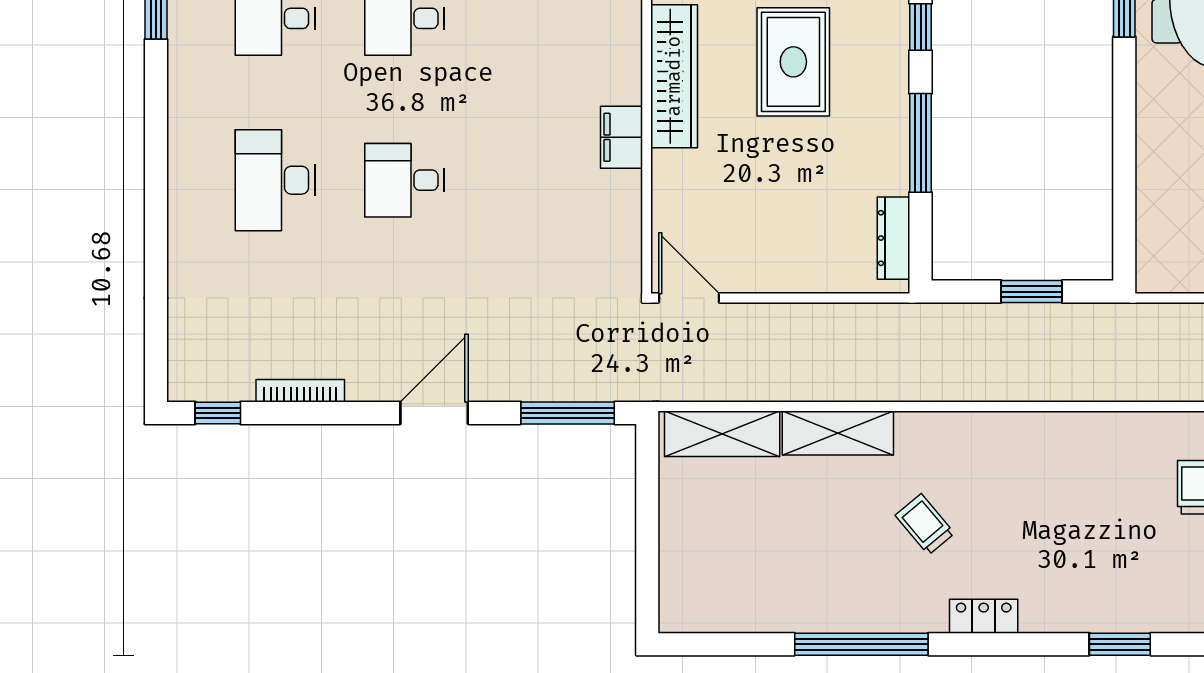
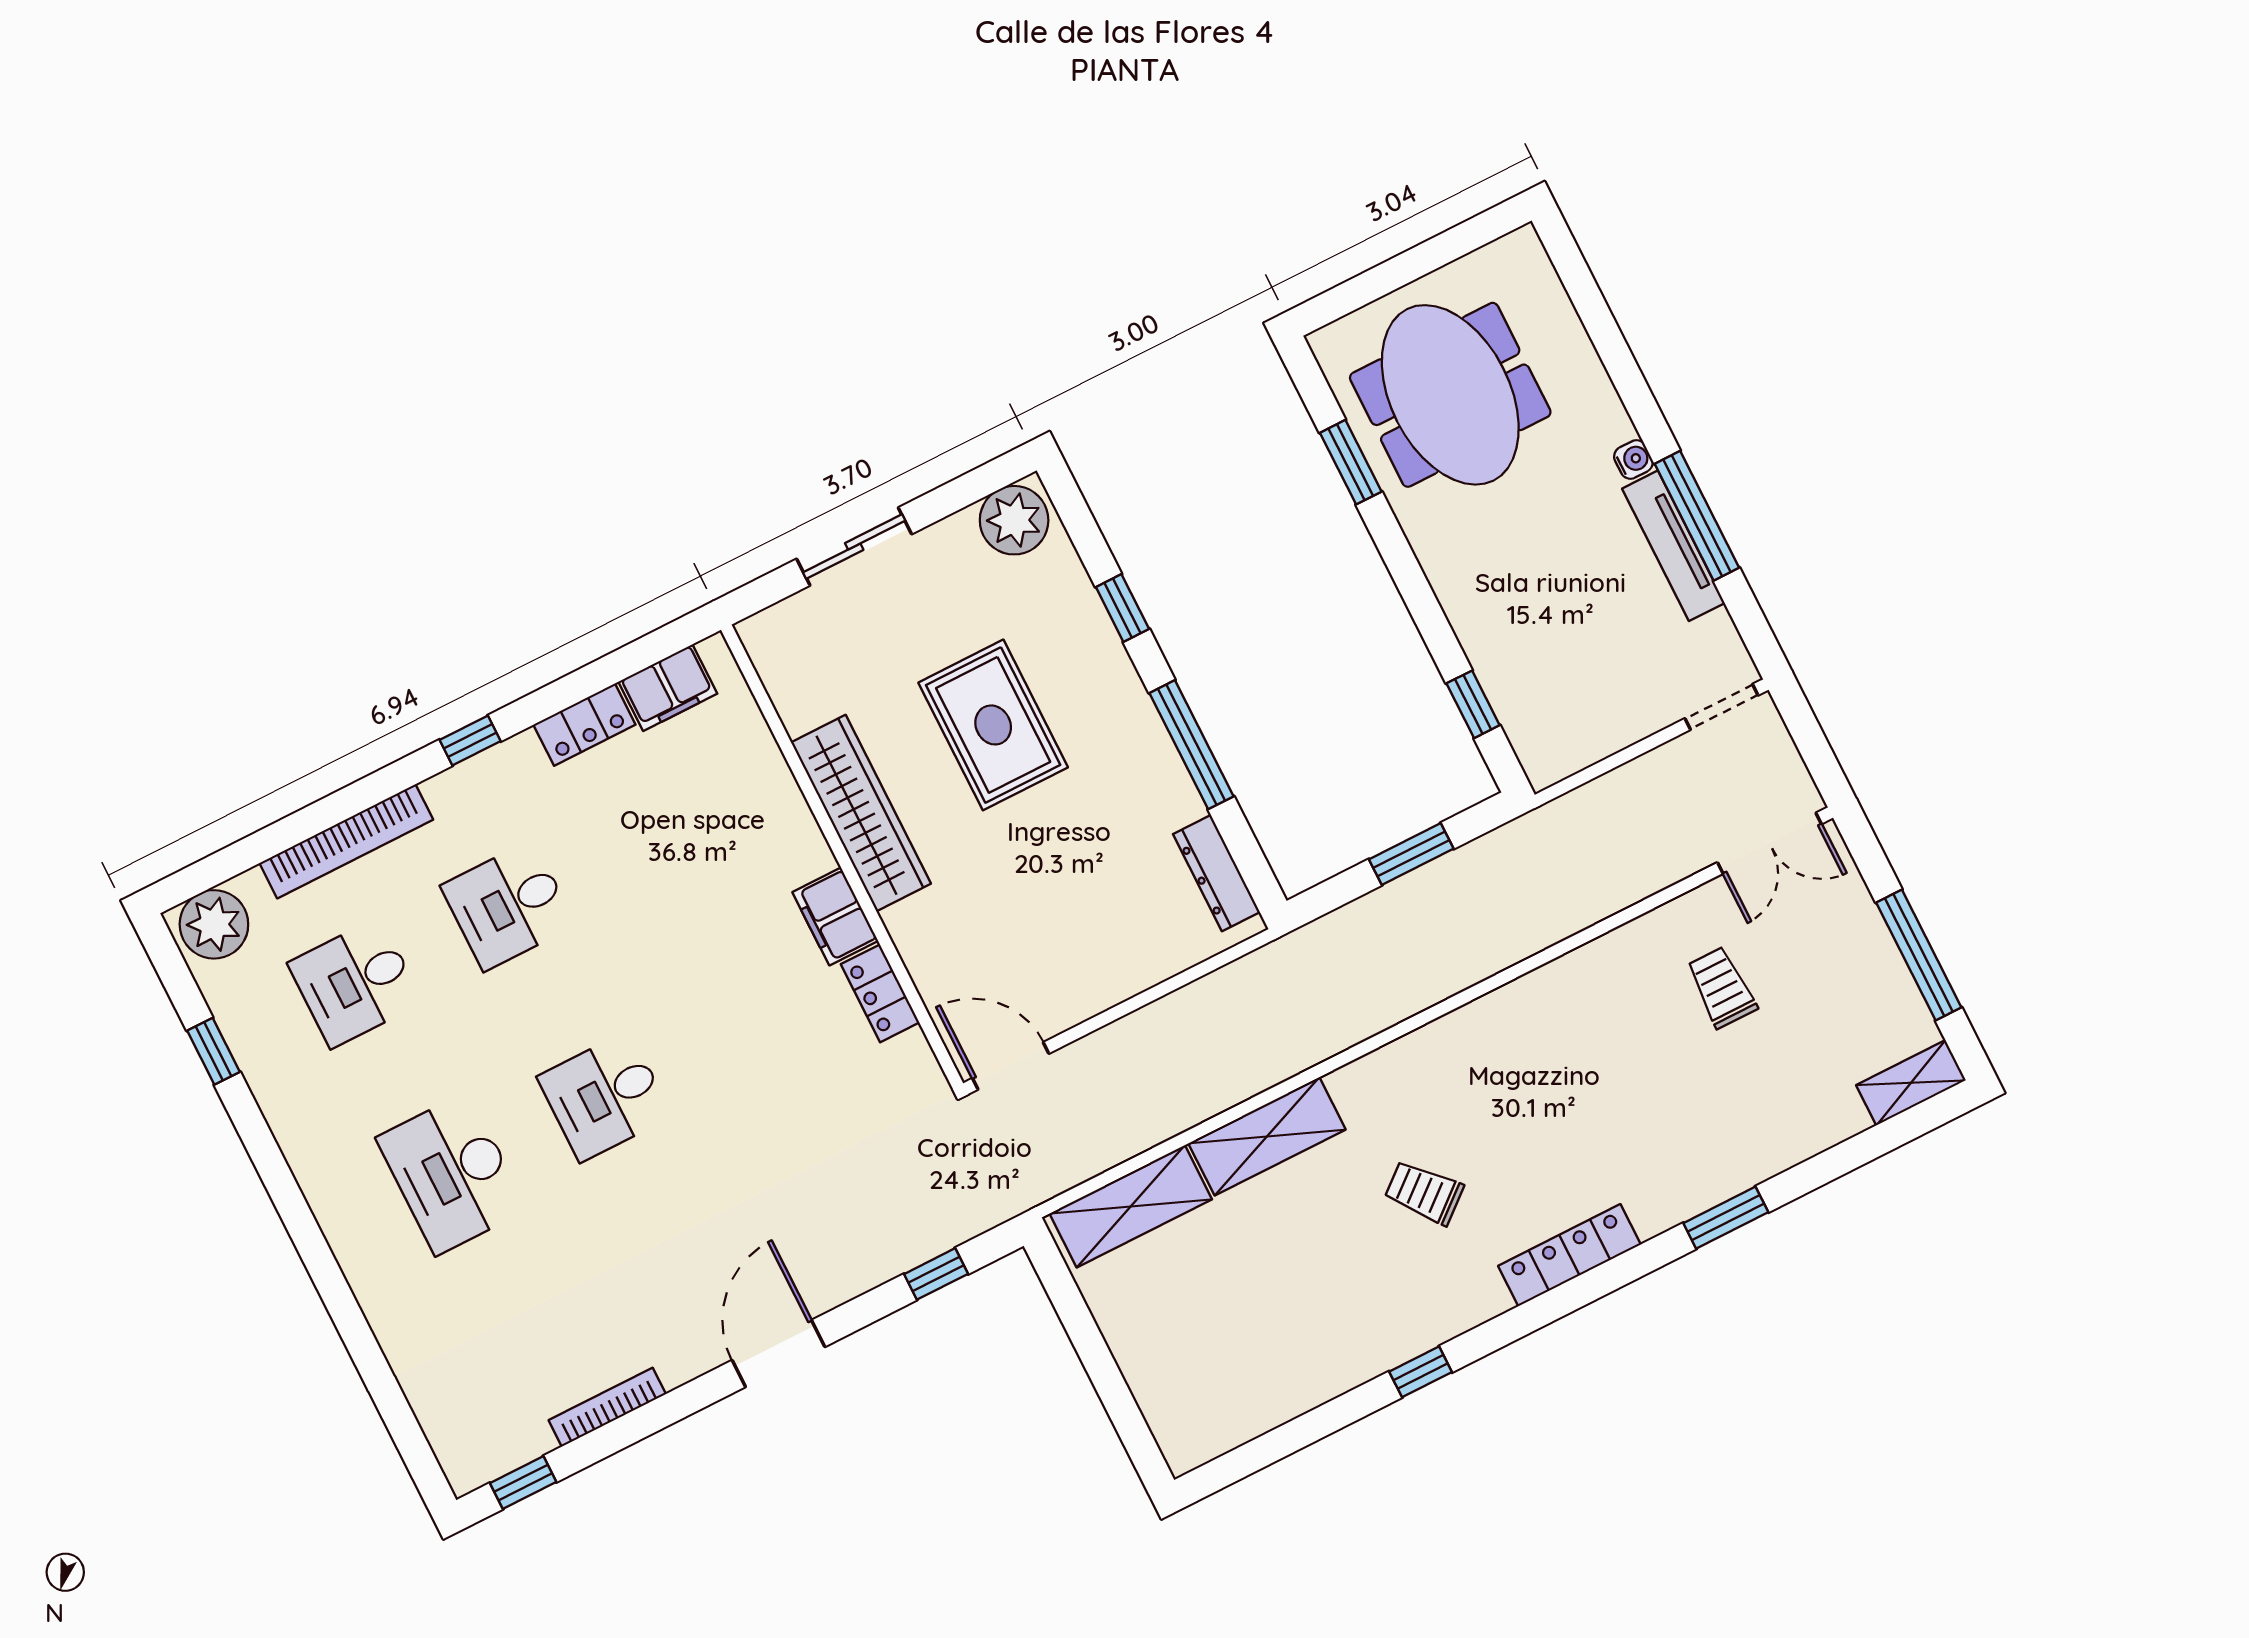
locker: (626, 204) -> (880, 993), added
window: (1124, 212) -> (1473, 704), added
window: (568, 413) -> (936, 1274), width x0.46
locker: (984, 616) -> (1569, 1255), width x1.53
window: (861, 644) -> (1421, 1372), width x0.32

